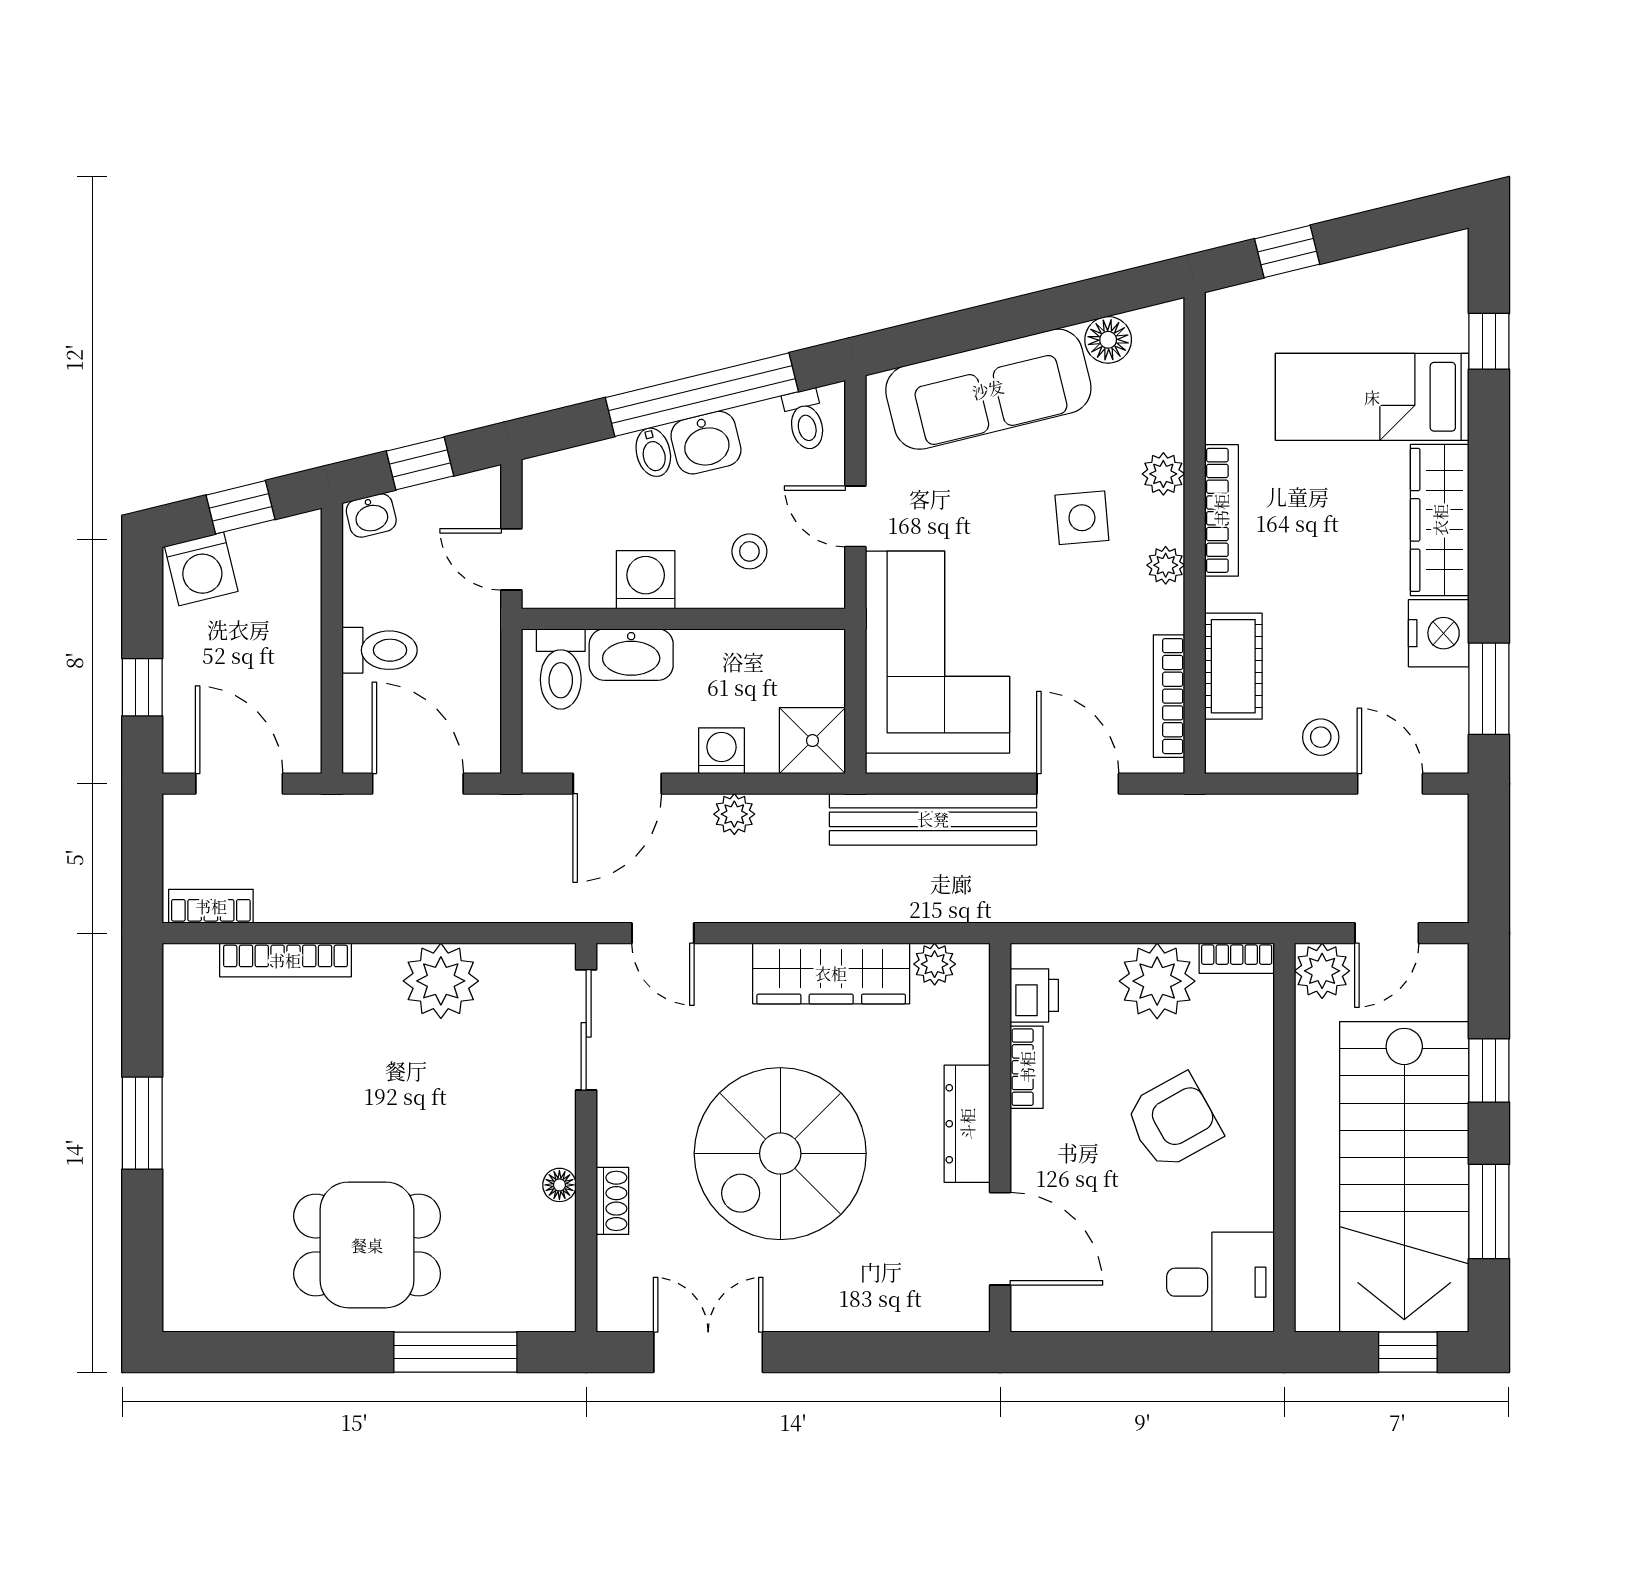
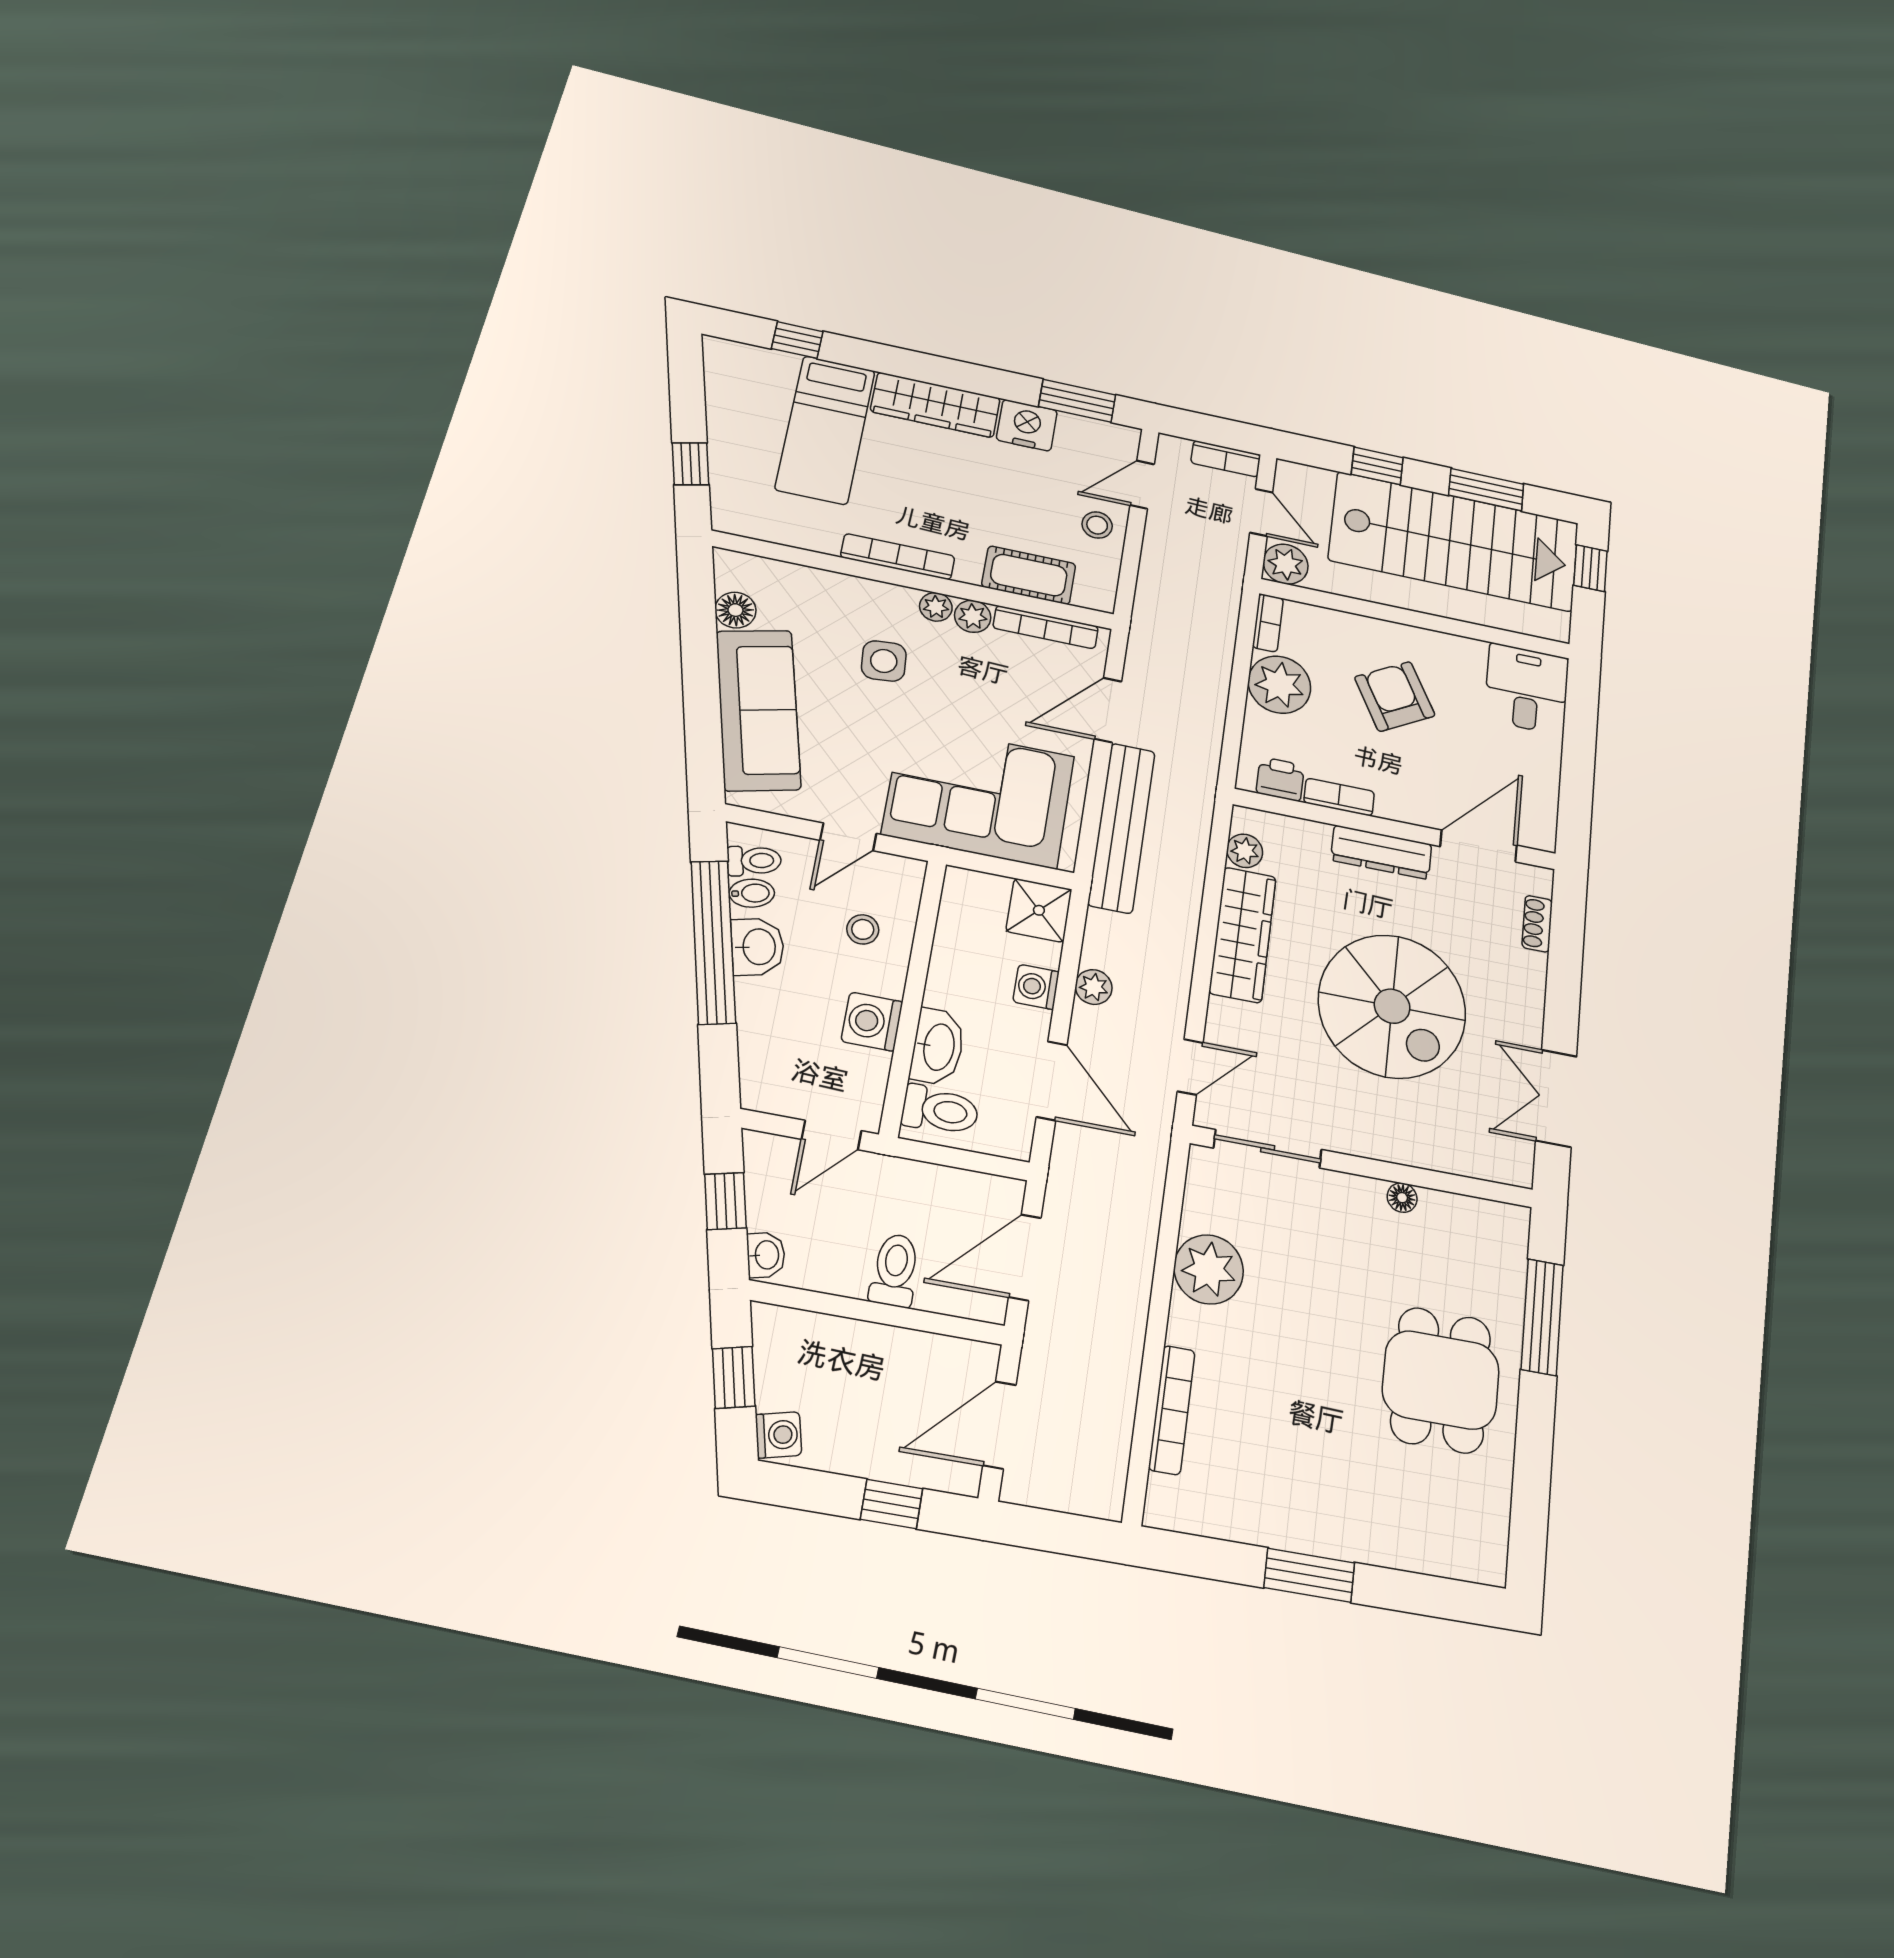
bidet: (653, 452) -> (752, 893), moved
plant: (1163, 474) -> (973, 616), moved
washing machine: (201, 569) -> (779, 1435), width x0.73, depth x0.73
bookcase: (211, 906) -> (1226, 459), moved, turned -90
shoe rack: (612, 1201) -> (1537, 924), moved, turned -90

